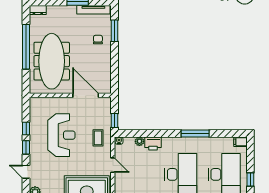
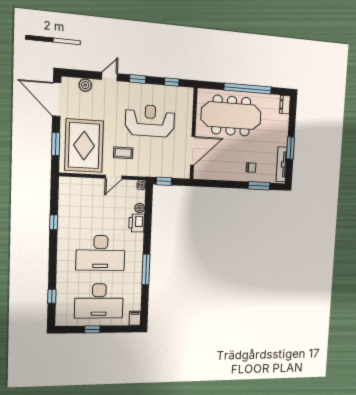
window: (26, 129) -> (172, 82), moved
reception desk: (61, 135) -> (150, 121), turned 180
coffee table: (98, 138) -> (123, 153), moved

